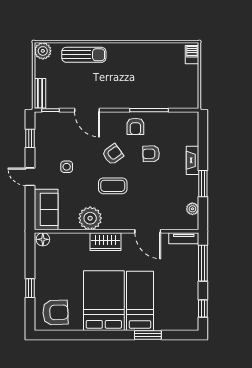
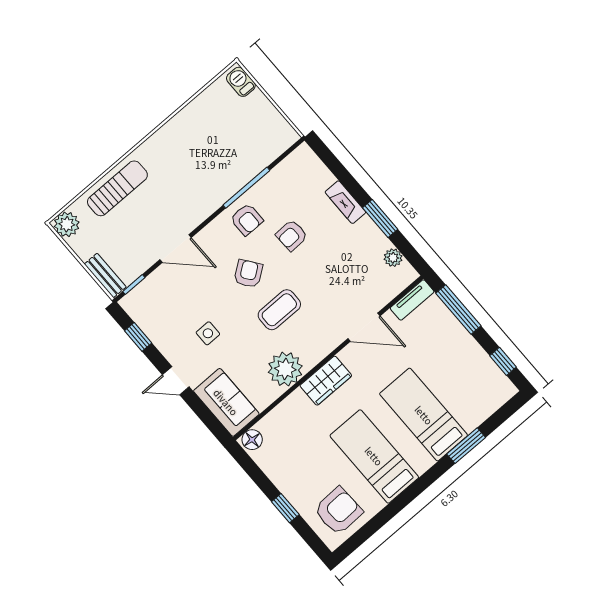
bed: (104, 301) -> (374, 456), width x0.67

